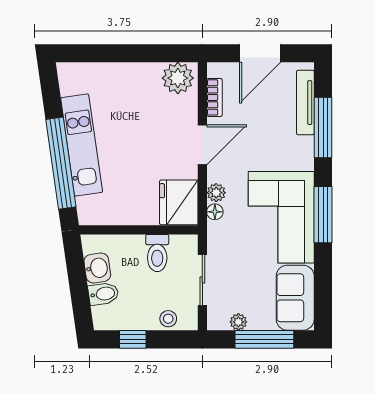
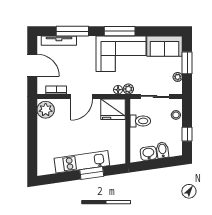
door: (202, 145) -> (82, 96), swing flipped
window: (61, 163) -> (92, 173), width x0.47
plant: (216, 193) -> (128, 89), moved
window: (264, 339) -> (187, 63), width x0.69

